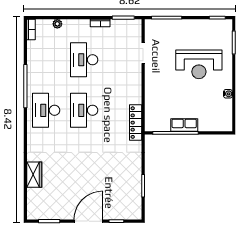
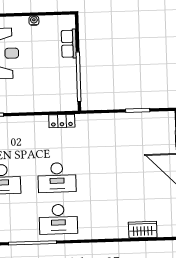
locker: (136, 123) -> (62, 121), width x0.66
row of seats: (184, 125) -> (69, 44), moved
wardrobe: (34, 175) -> (143, 230), moved

